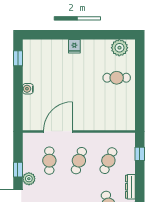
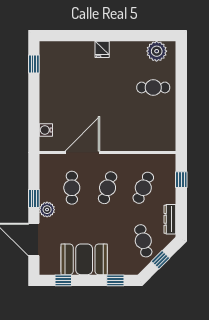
water cooler: (28, 89) -> (46, 130), moved

